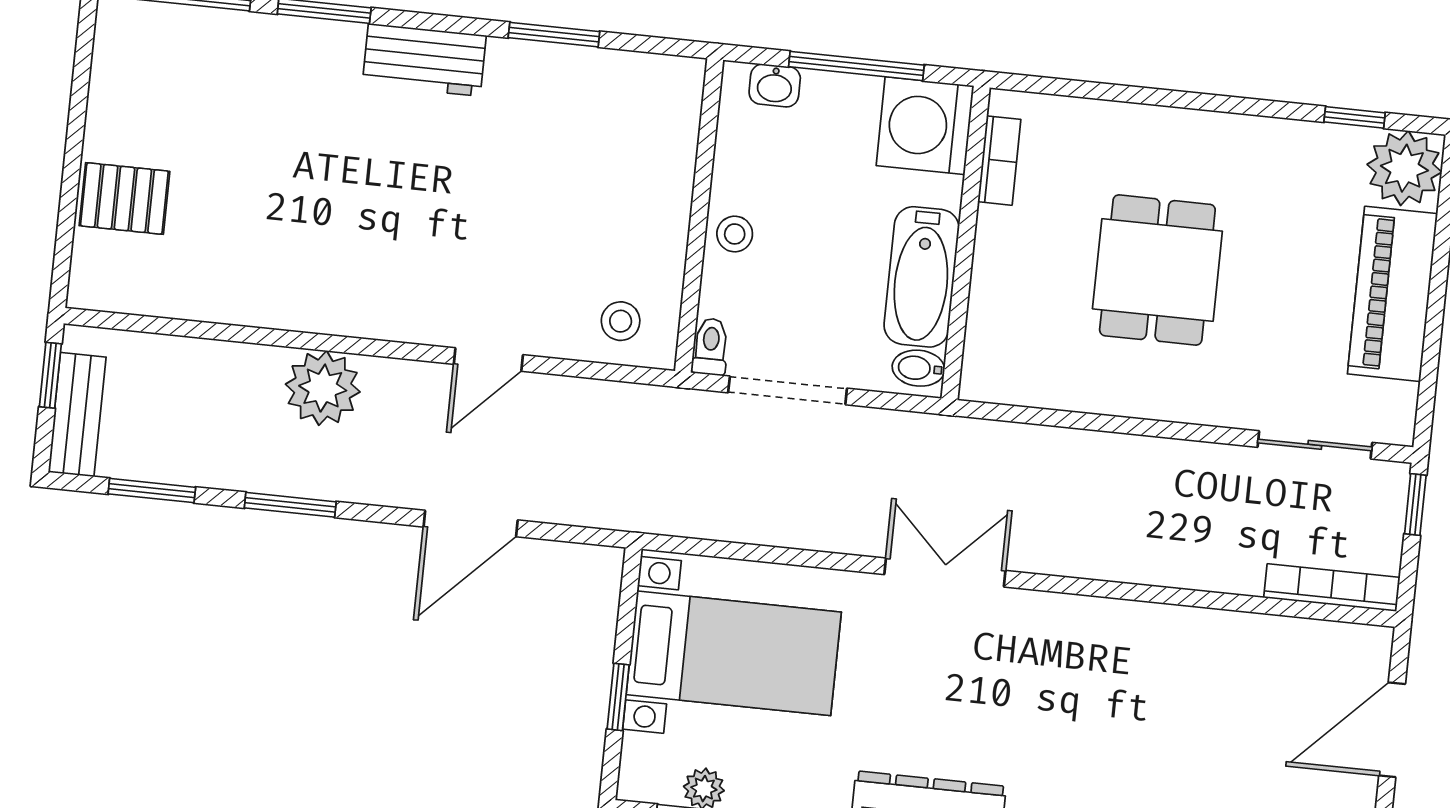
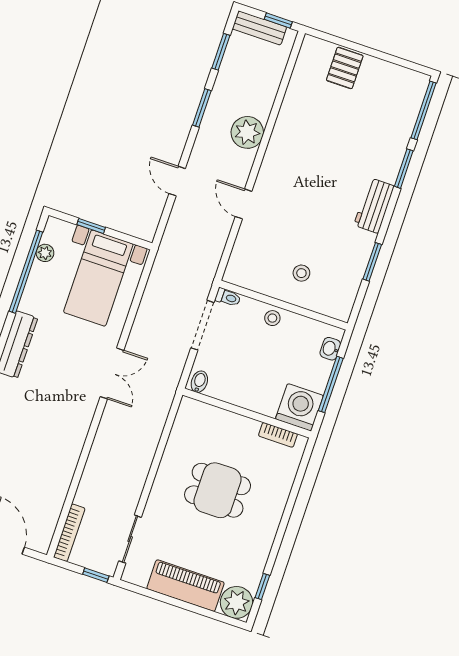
bathtub: (922, 277) -> (237, 392), removed
stool: (621, 321) -> (301, 273), moved
door: (471, 523) -> (177, 181), width x0.73

